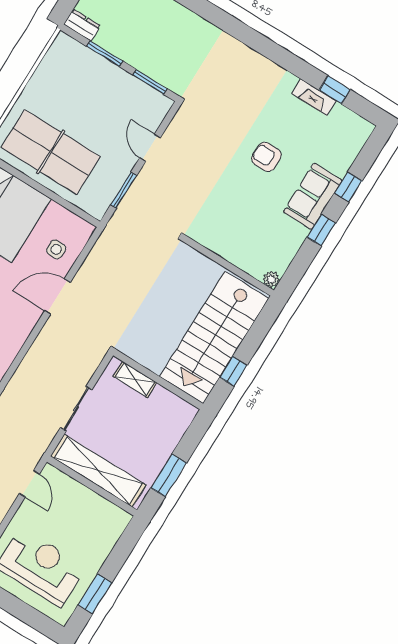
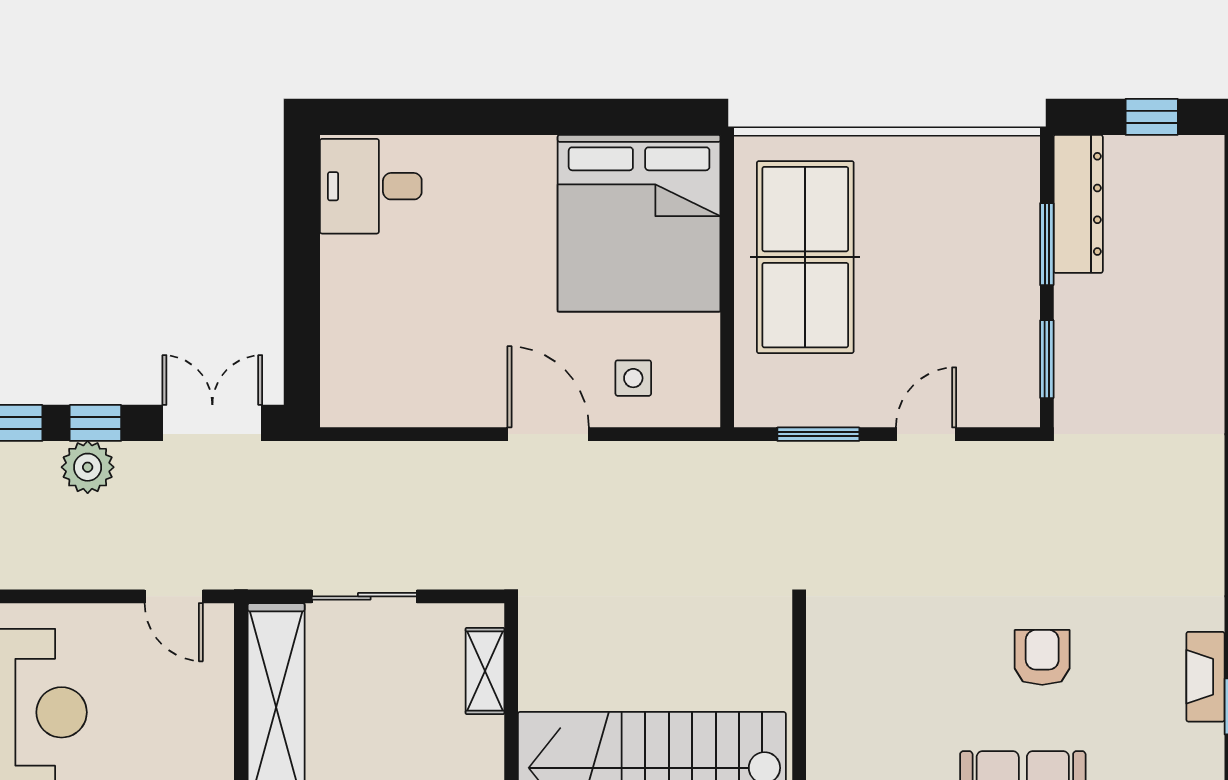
dresser: (82, 25) -> (1078, 204), width x1.96, depth x1.24
door: (29, 484) -> (174, 596), hinge flipped

